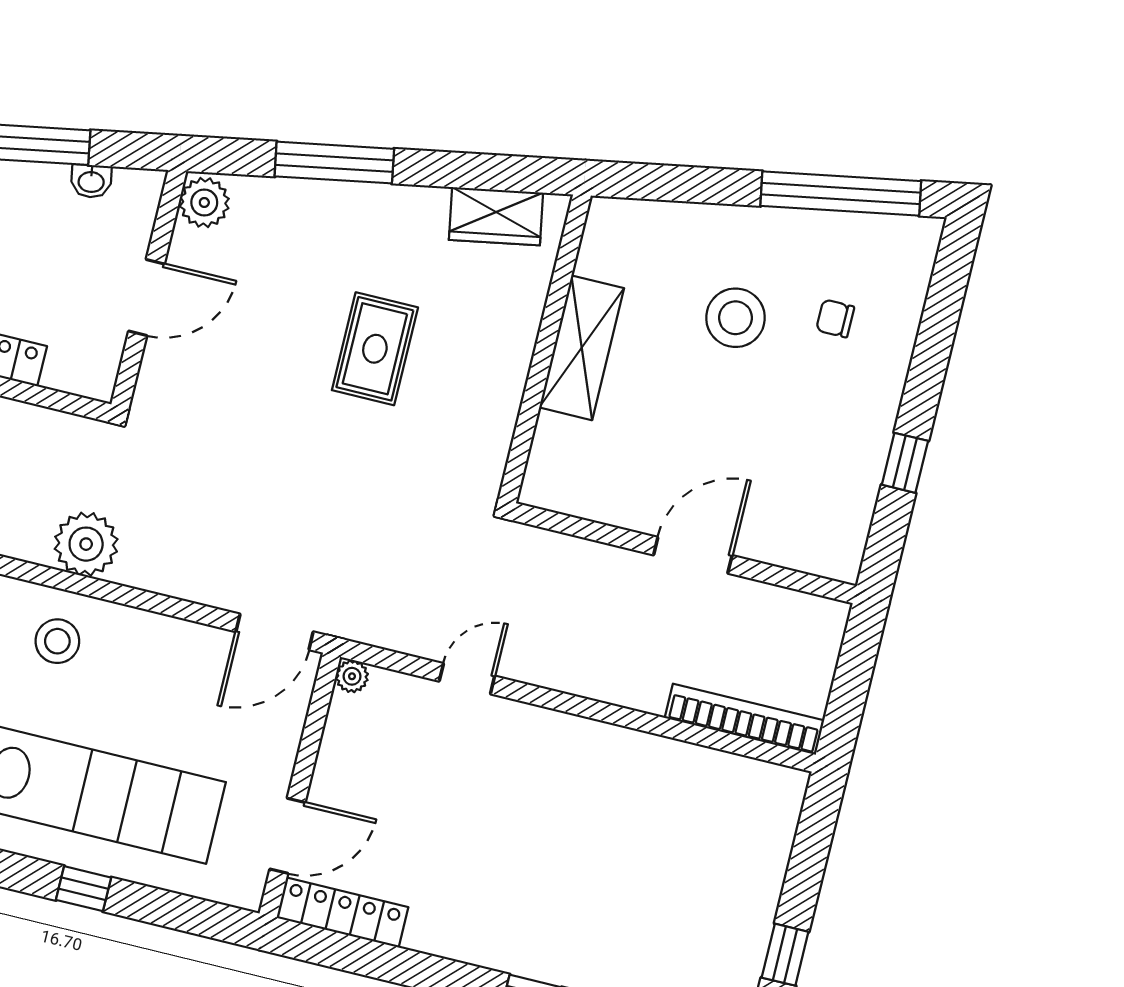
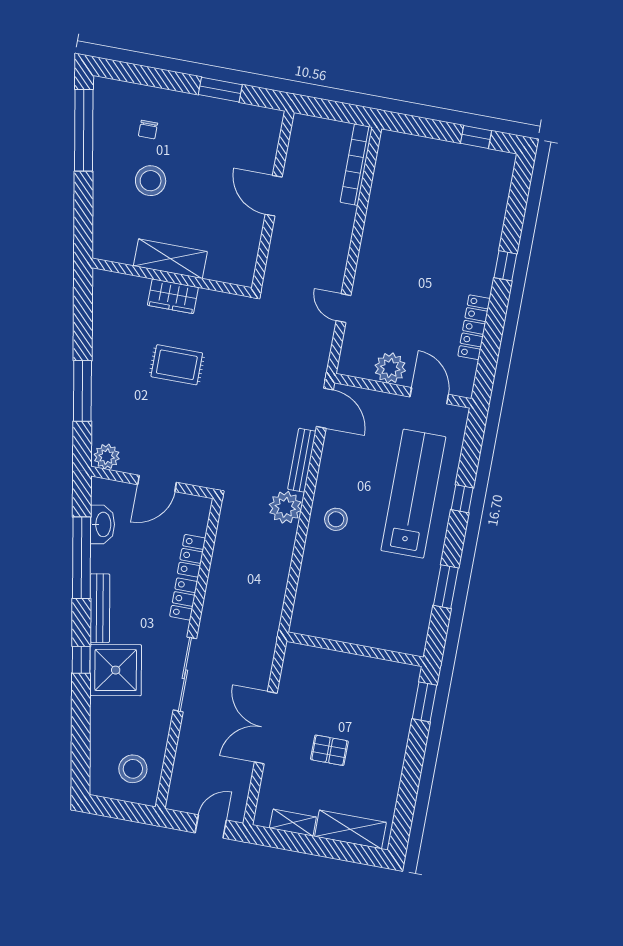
washbasin: (91, 181) -> (103, 524), width x1.91, depth x1.45
wardrobe: (496, 216) -> (173, 296), moved, turned 100
door: (146, 297) -> (157, 483), swing flipped
window: (905, 463) -> (220, 90), width x1.50
bench: (176, 581) -> (302, 460), added
plant: (352, 676) -> (390, 368), moved, width x1.87, depth x1.87
locker: (342, 913) -> (474, 327), moved

